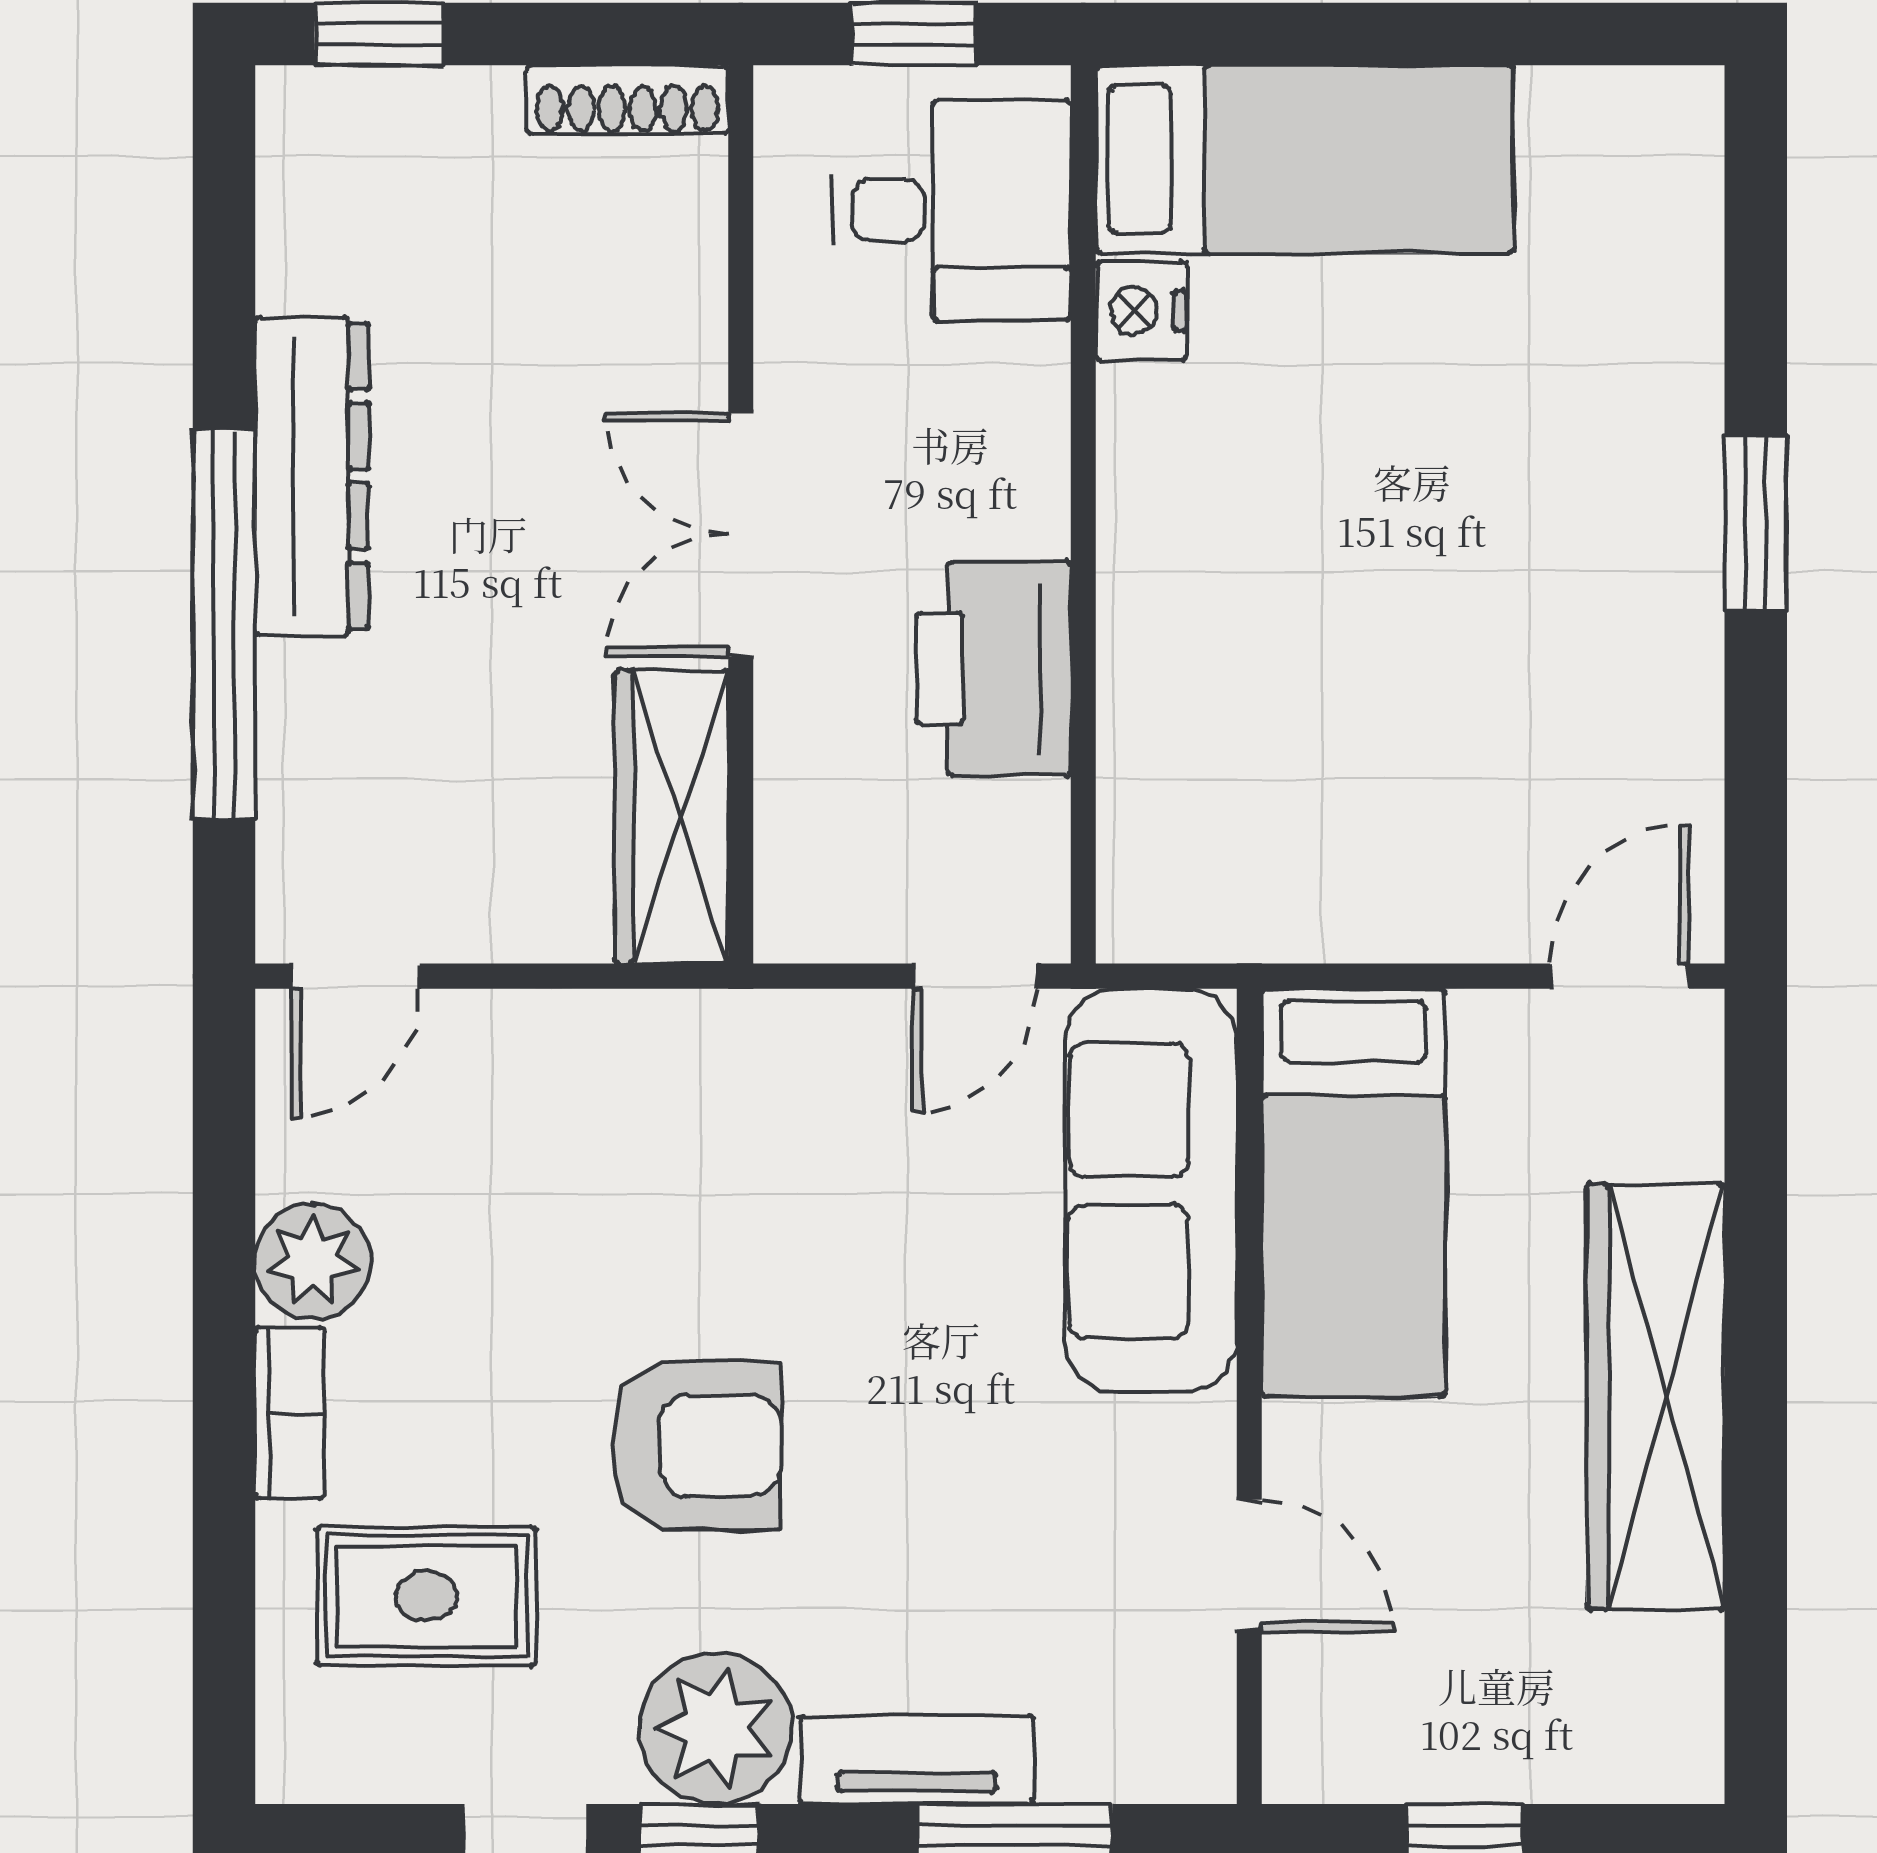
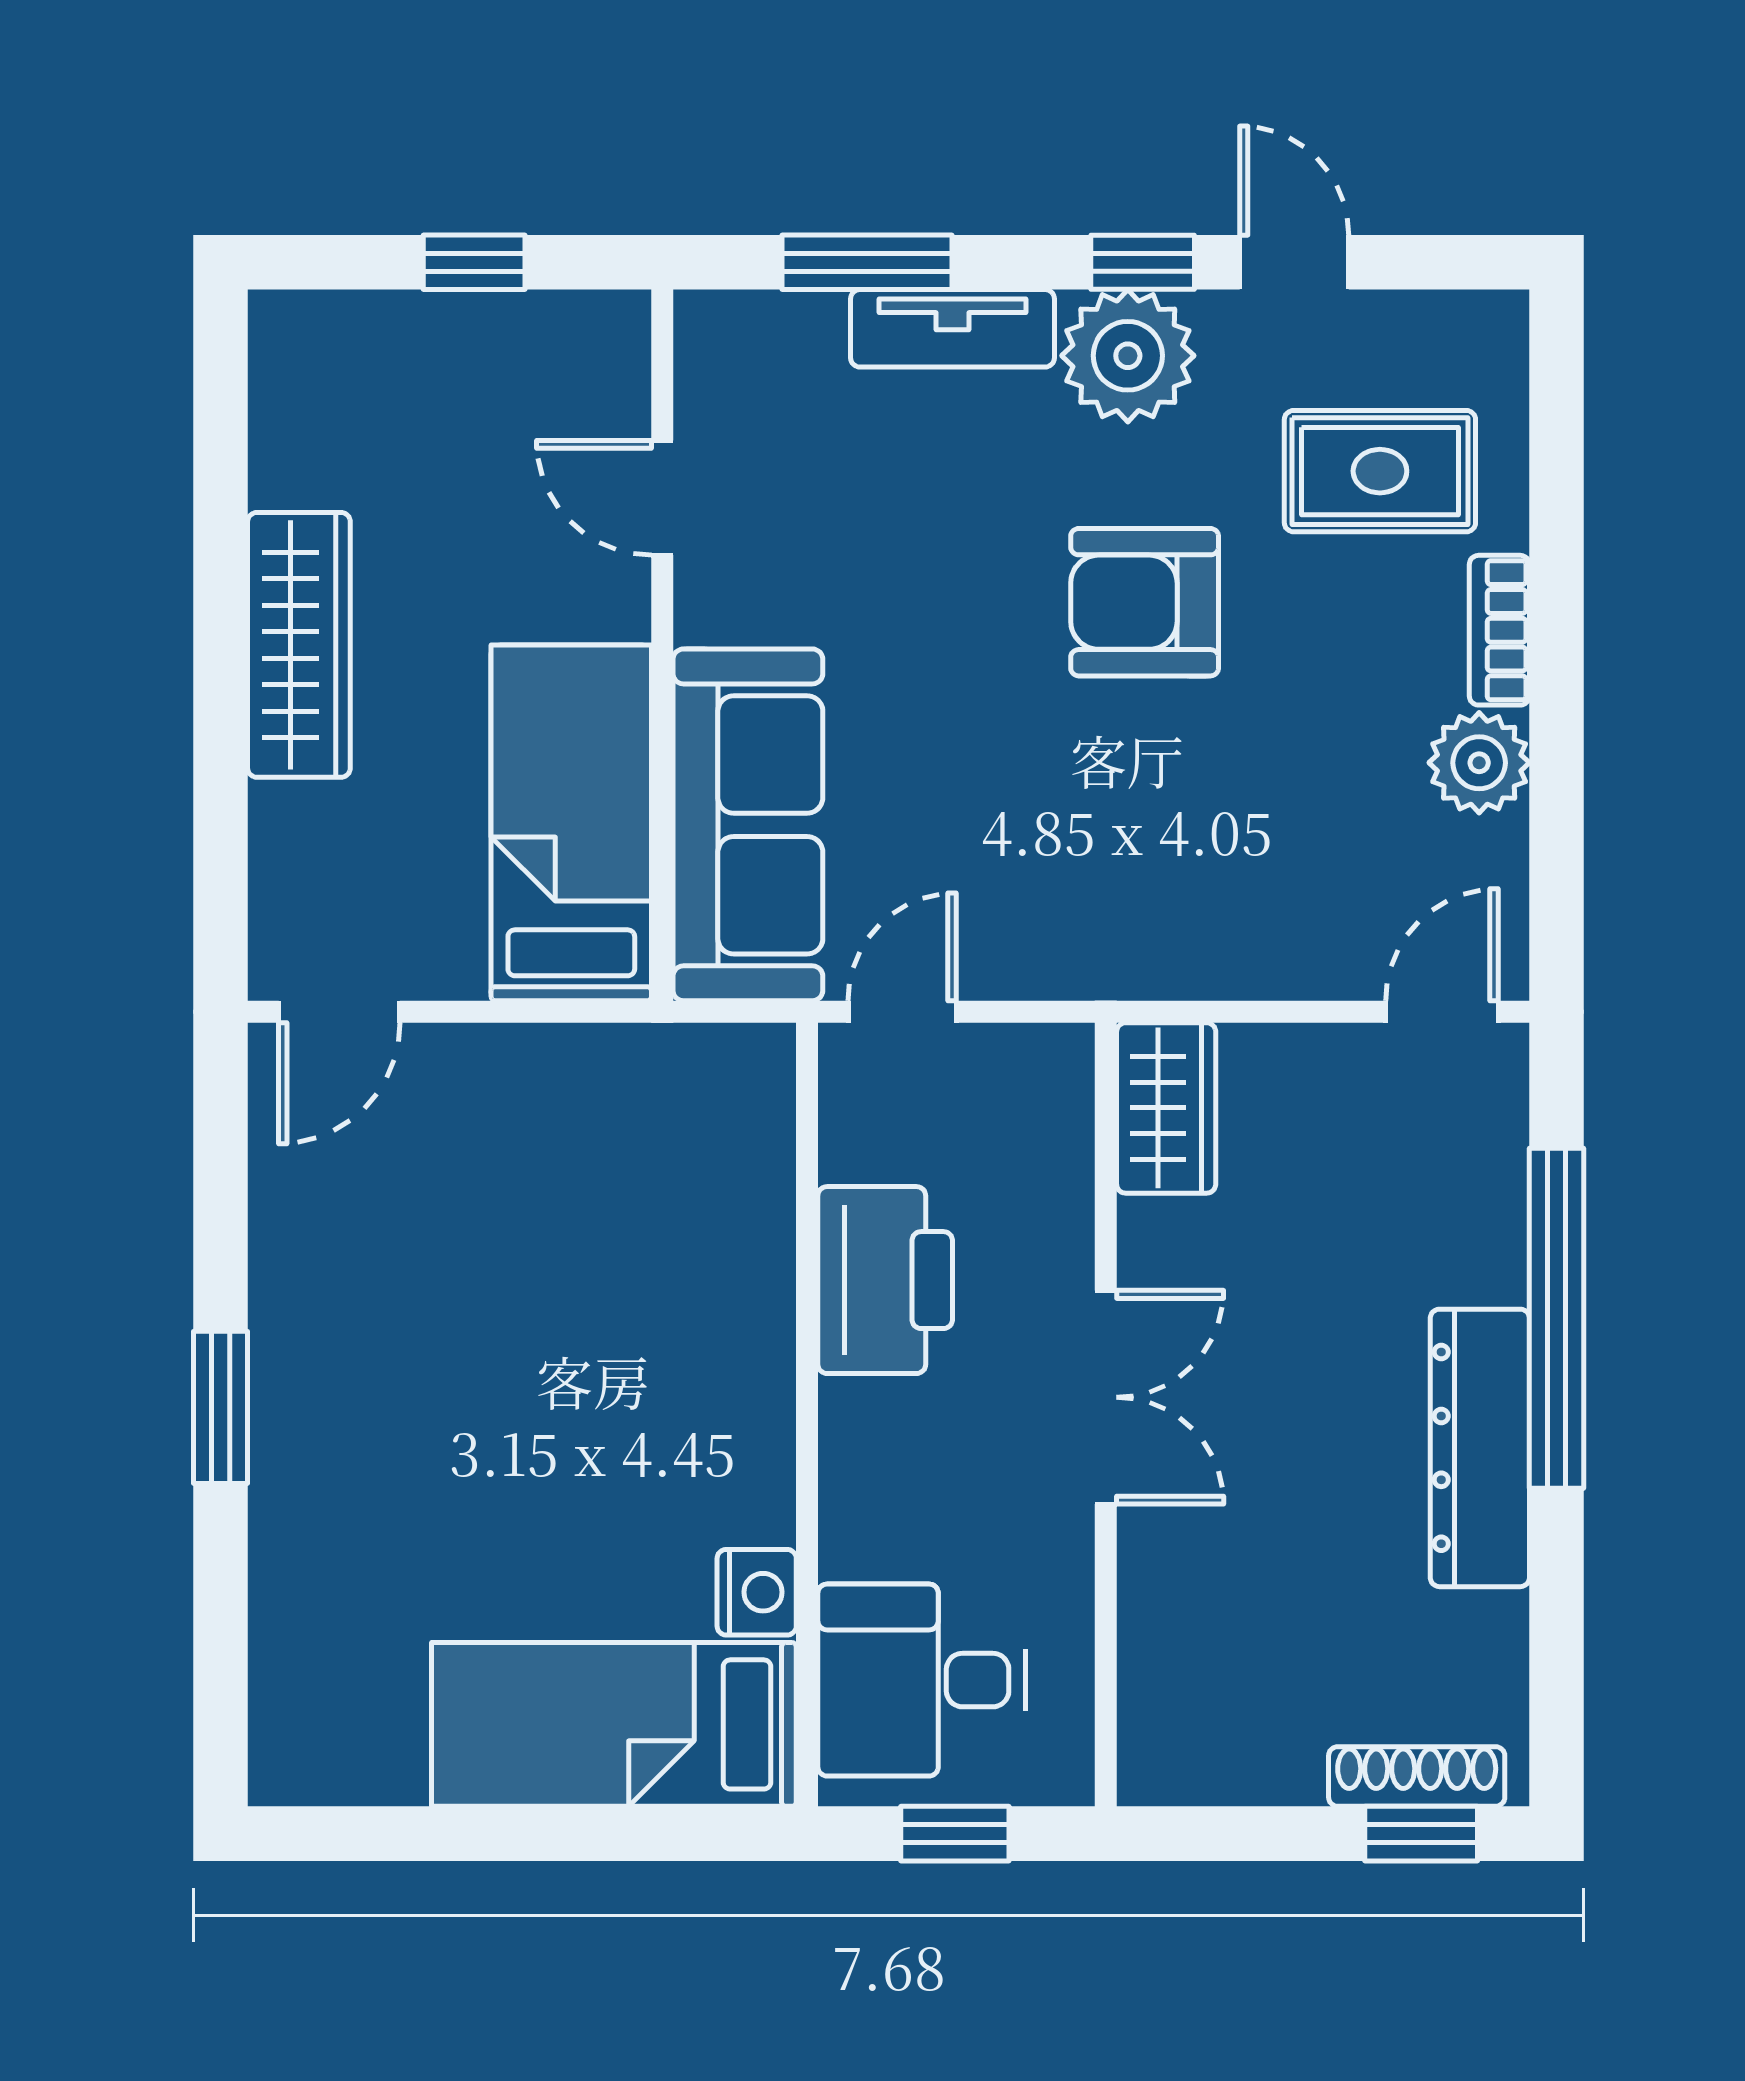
shoe rack: (627, 99) -> (1417, 1777), moved
wardrobe: (672, 817) -> (1166, 1108), width x0.67
wardrobe: (1656, 1397) -> (299, 645), width x0.71, depth x0.85

